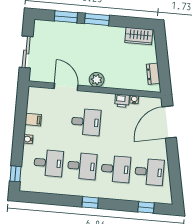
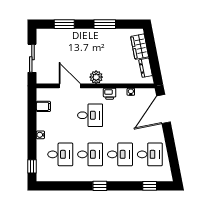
window: (97, 19) -> (105, 24), moved
wardrobe: (139, 36) -> (140, 47), moved, turned 79
printer: (122, 101) -> (110, 94), moved
filing cabinet: (33, 120) -> (43, 106), moved

